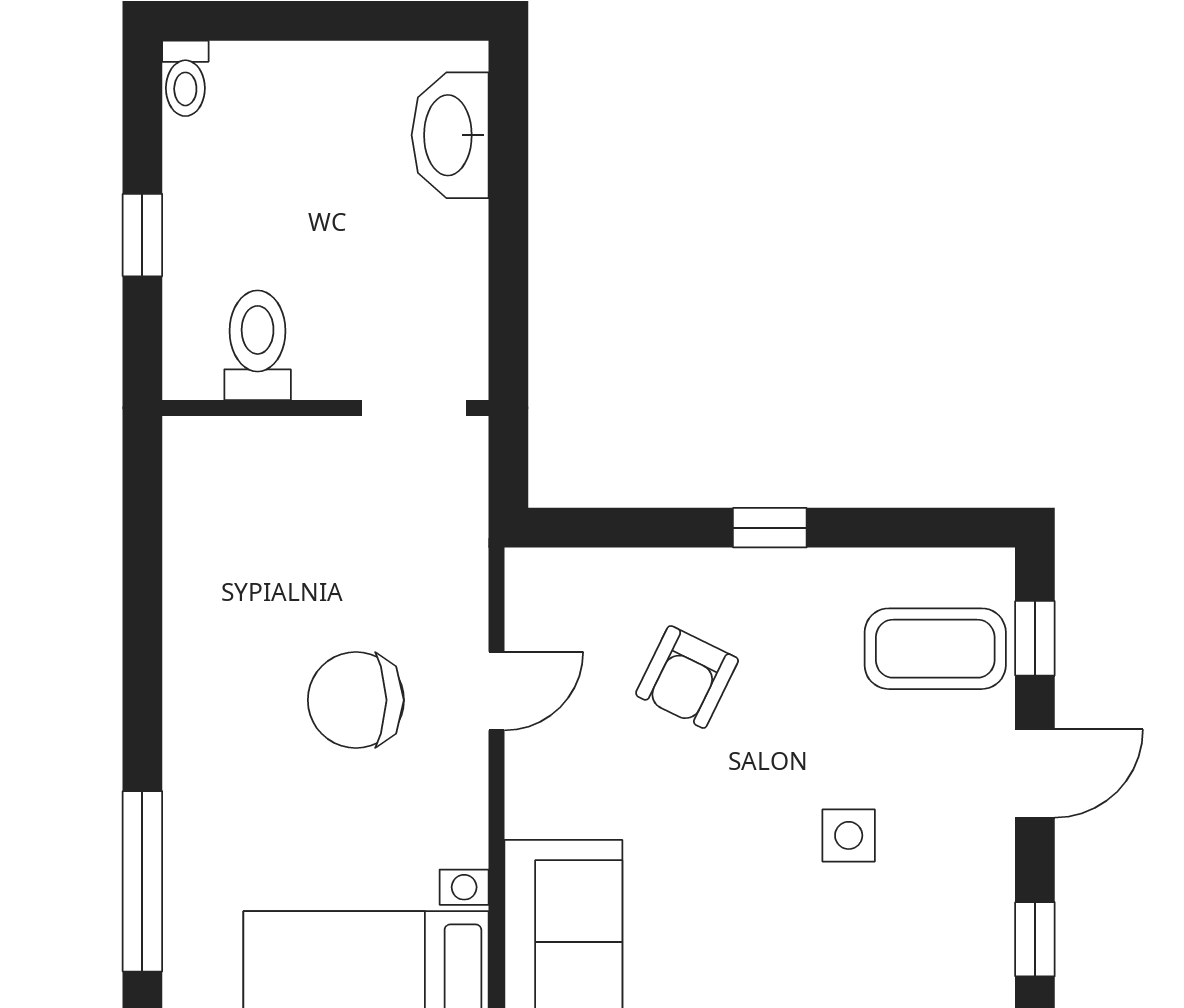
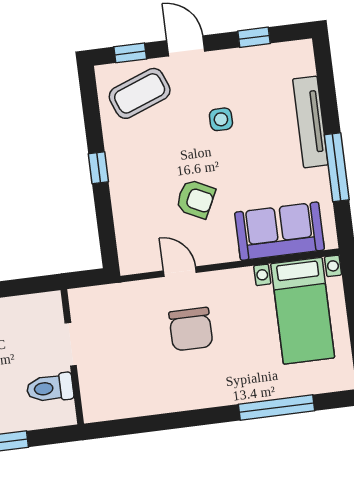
doorway: (414, 408) -> (71, 344), moved
coffee table: (935, 649) -> (140, 93), turned 69
armchair: (687, 677) -> (195, 199), moved

